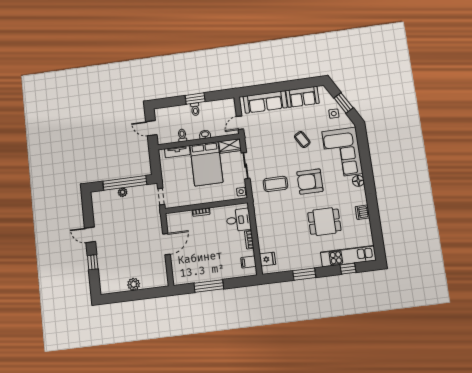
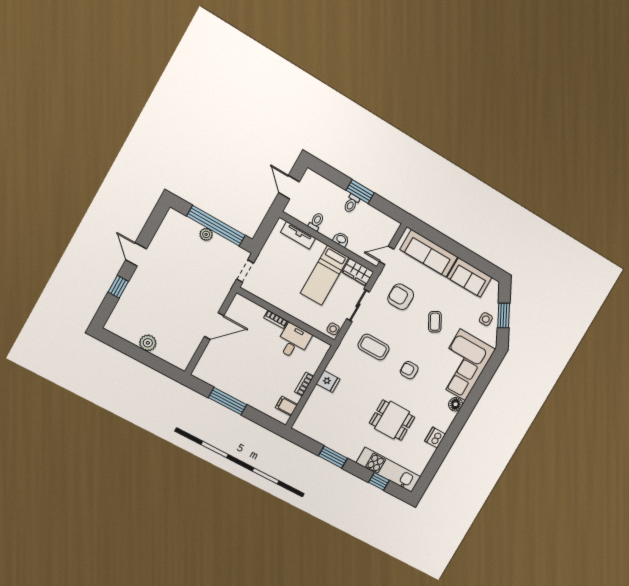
armchair: (268, 141) -> (401, 297), added
bed: (206, 164) -> (325, 275), width x0.67
armchair: (310, 182) -> (409, 370), width x0.53, depth x0.53
desk: (239, 220) -> (293, 341), moved, turned -90
fridge: (267, 259) -> (328, 381), moved

